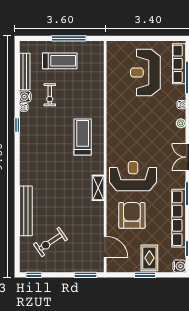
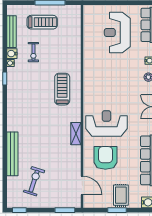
exercise bike: (50, 242) -> (34, 181), turned 142

